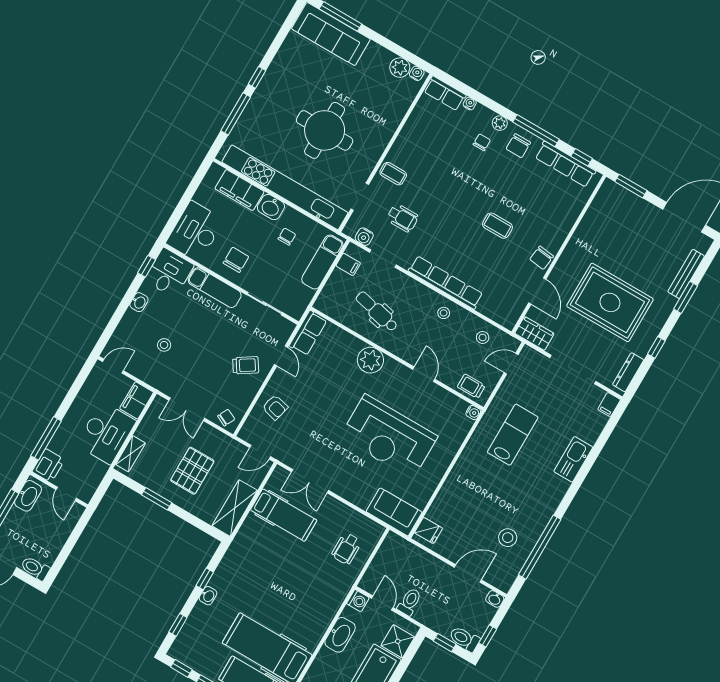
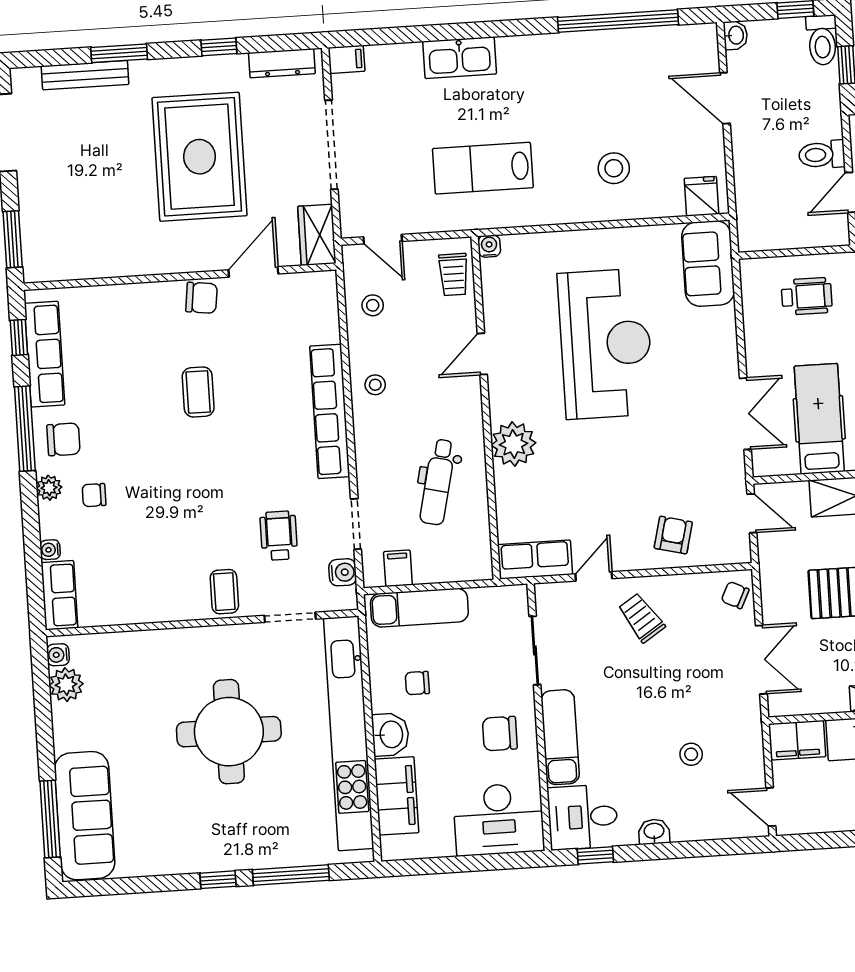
stool: (508, 538) -> (614, 168), moved

